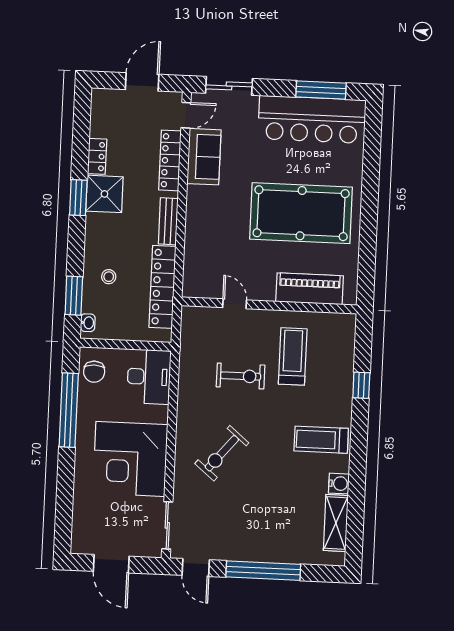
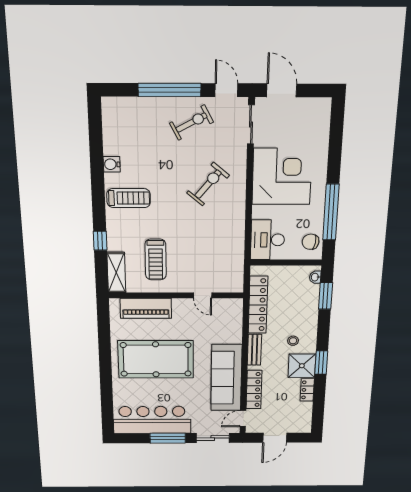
window: (321, 90) -> (168, 438), moved
sofa: (204, 157) -> (226, 378), width x1.85, depth x1.27
stool: (109, 277) -> (293, 341), moved
chair: (94, 372) -> (311, 242), turned -81
exercise bike: (241, 376) -> (191, 123), moved, turned 152
shelving: (336, 523) -> (116, 273), moved
door: (111, 564) -> (282, 90), moved

